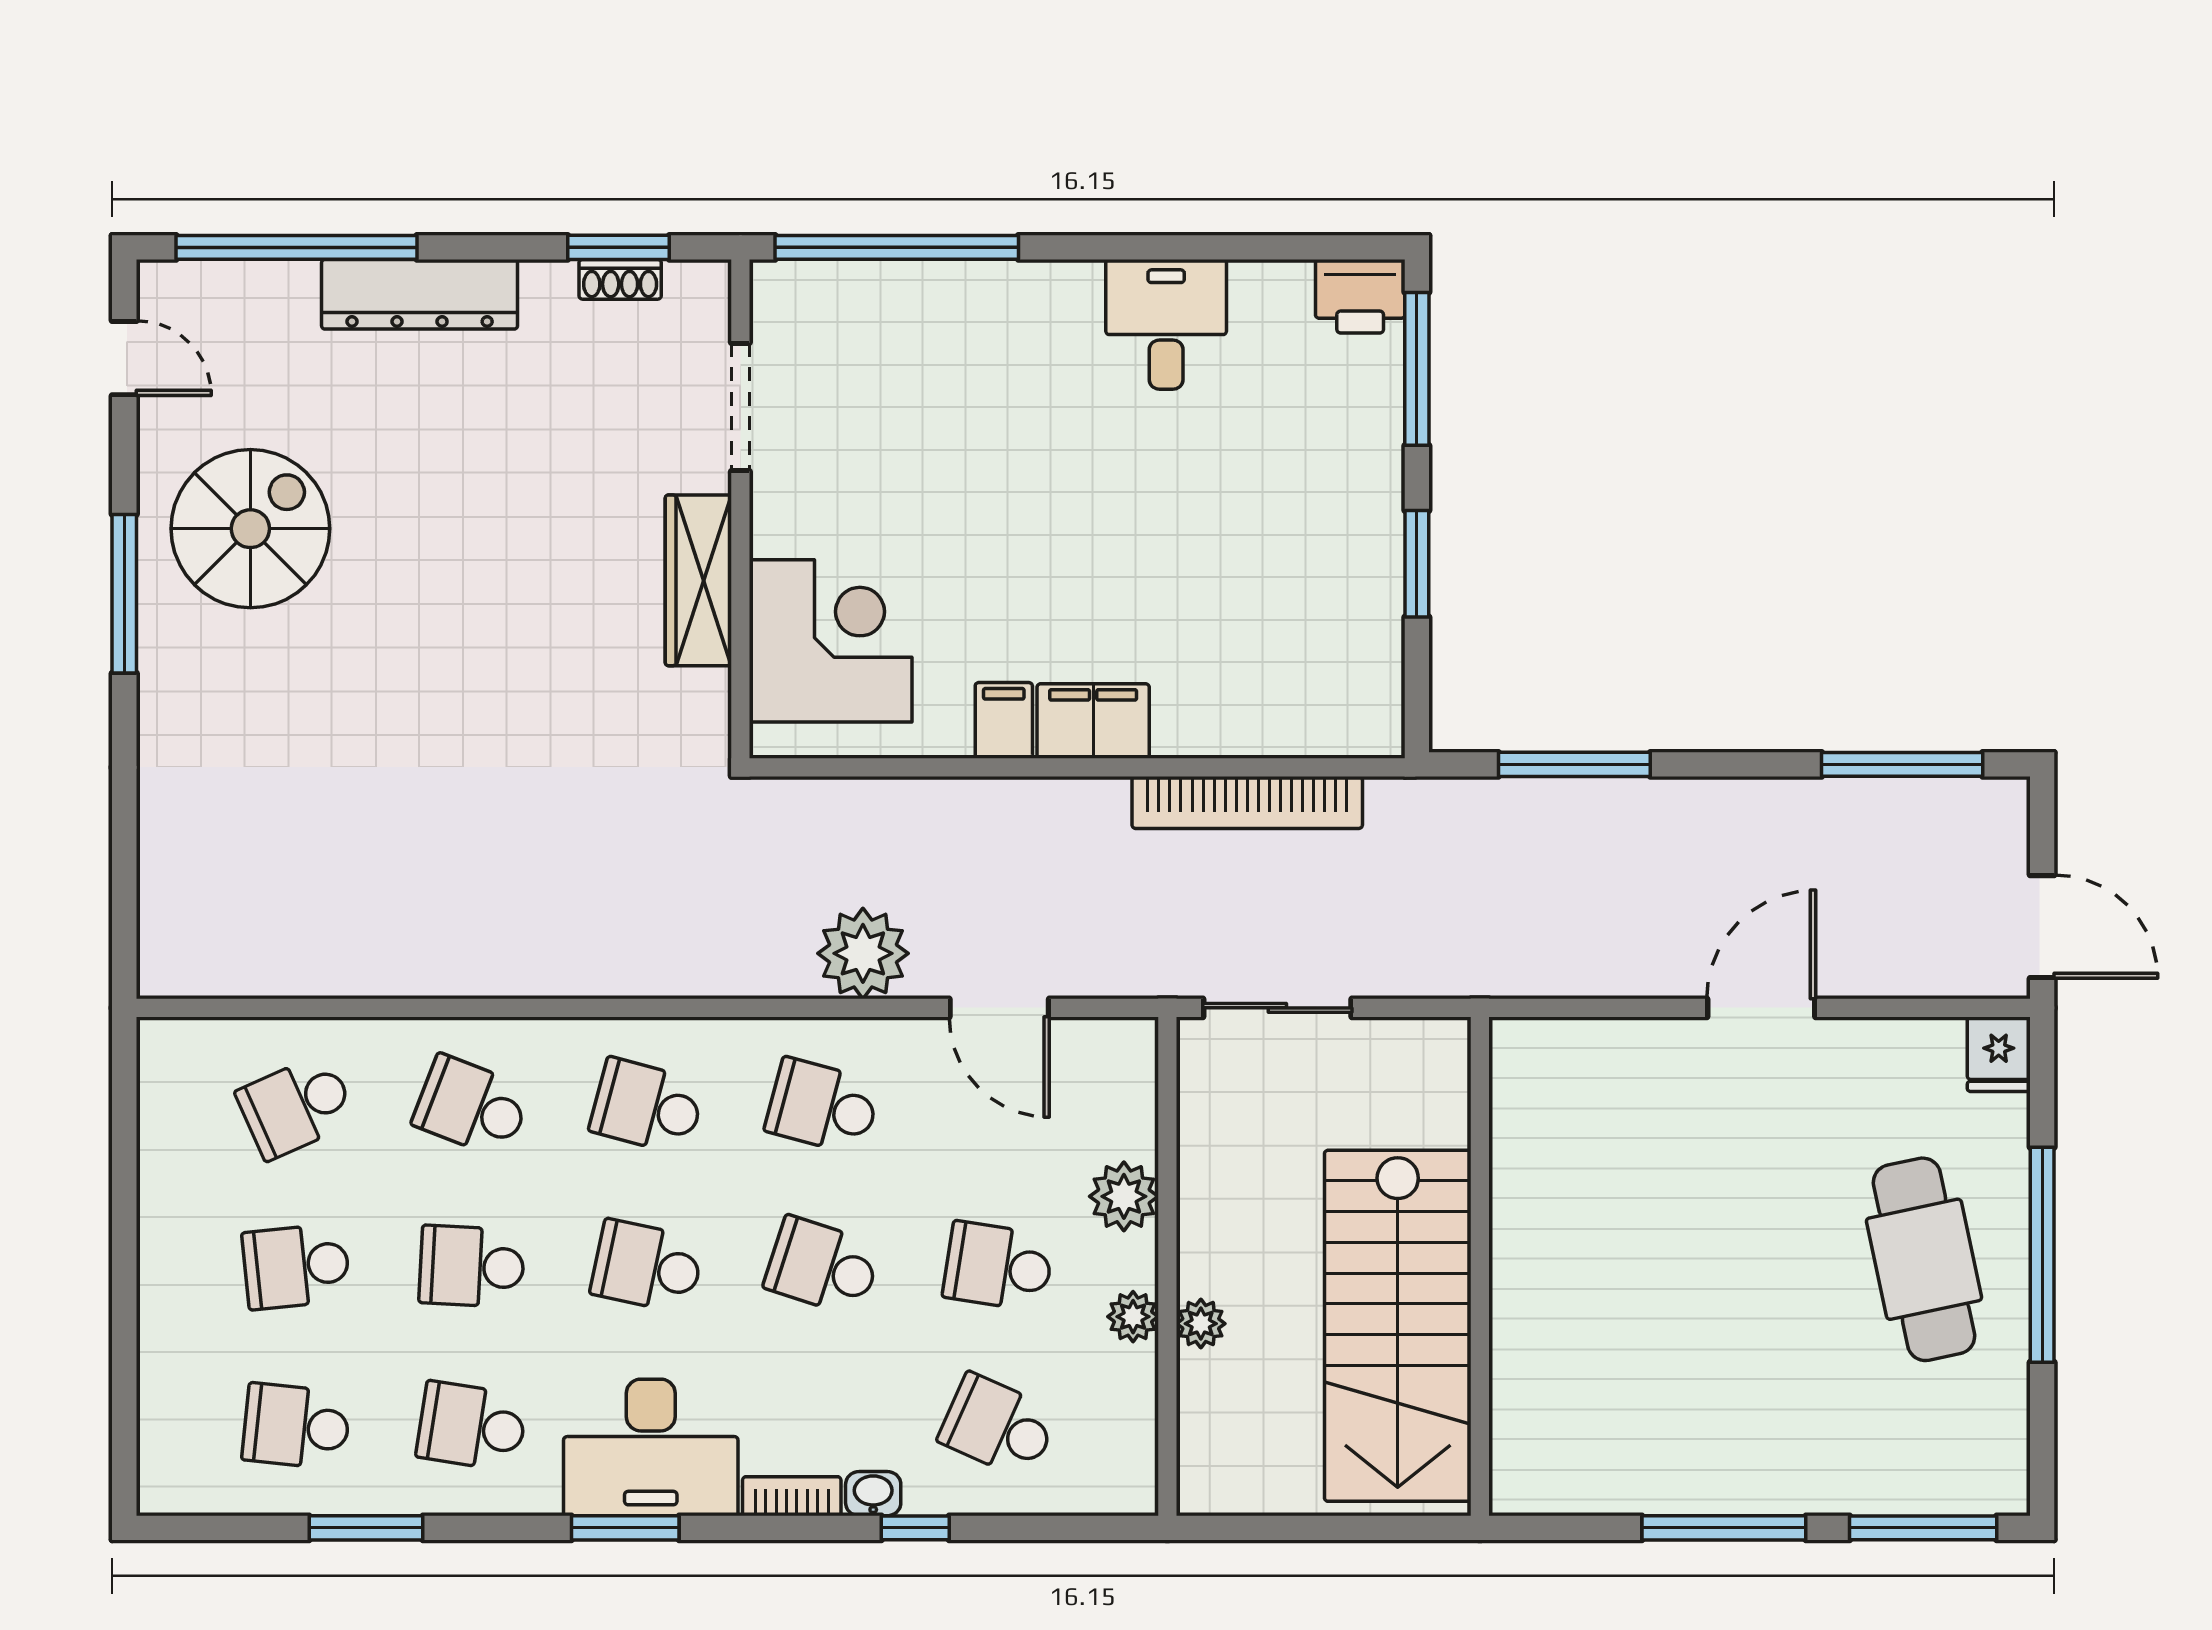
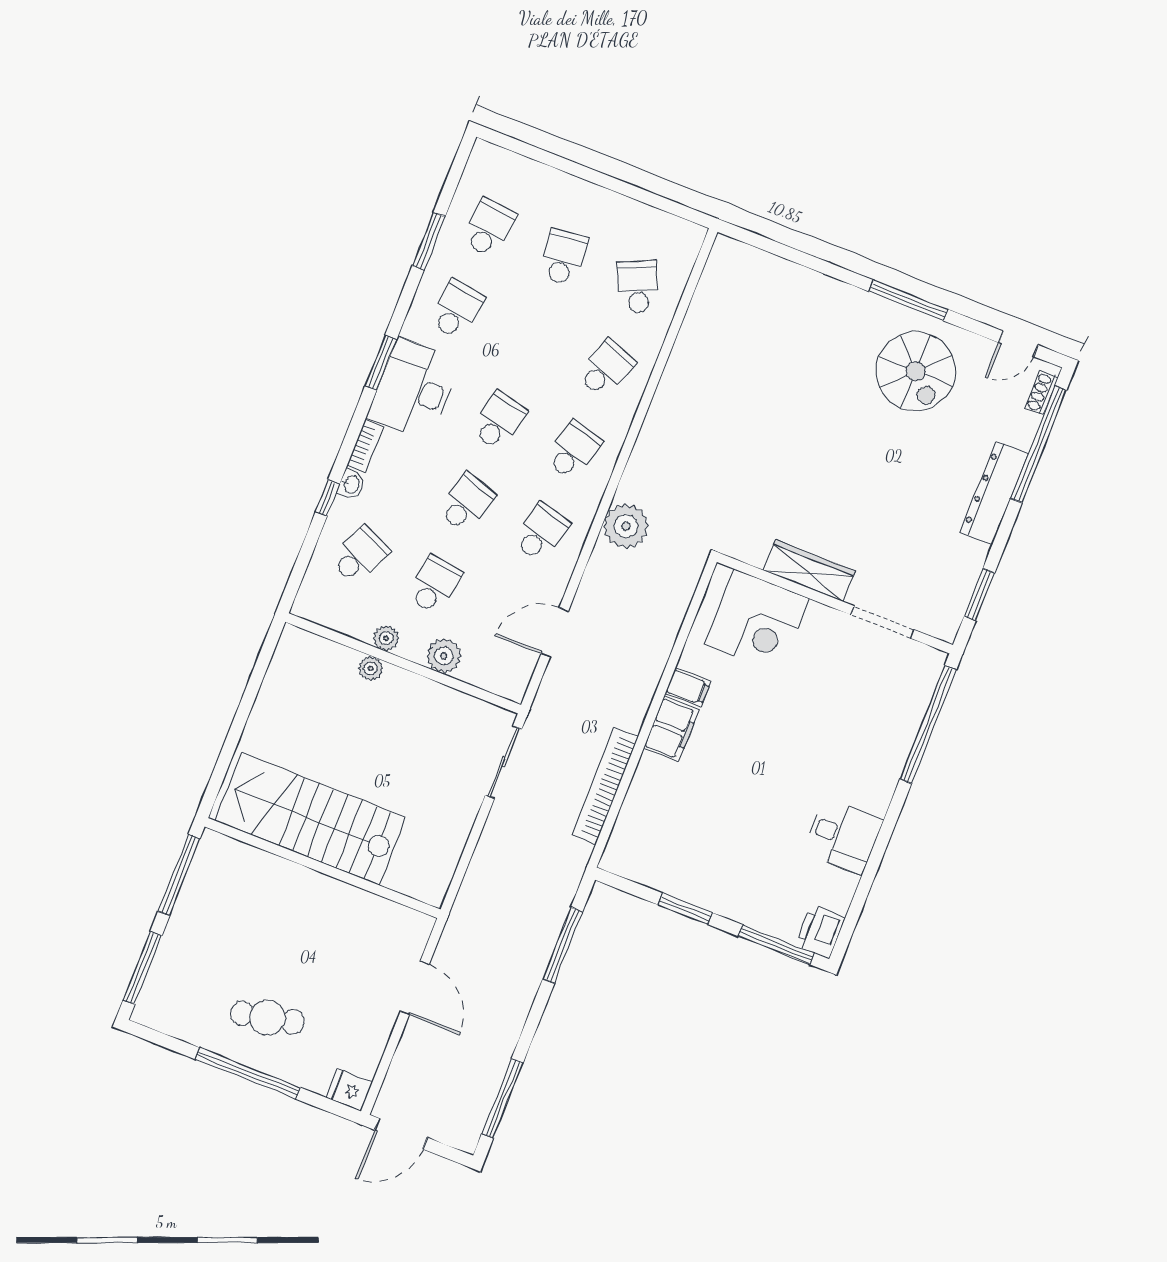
shoe rack: (620, 279) -> (1042, 393), moved
plant: (863, 953) -> (626, 526), moved
cafe table: (1924, 1259) -> (268, 1018), width x0.73, depth x0.74
school desk: (472, 1266) -> (531, 339), removed
wall: (1480, 1266) -> (323, 868), moved
stairs: (1398, 1326) -> (310, 819), moved

